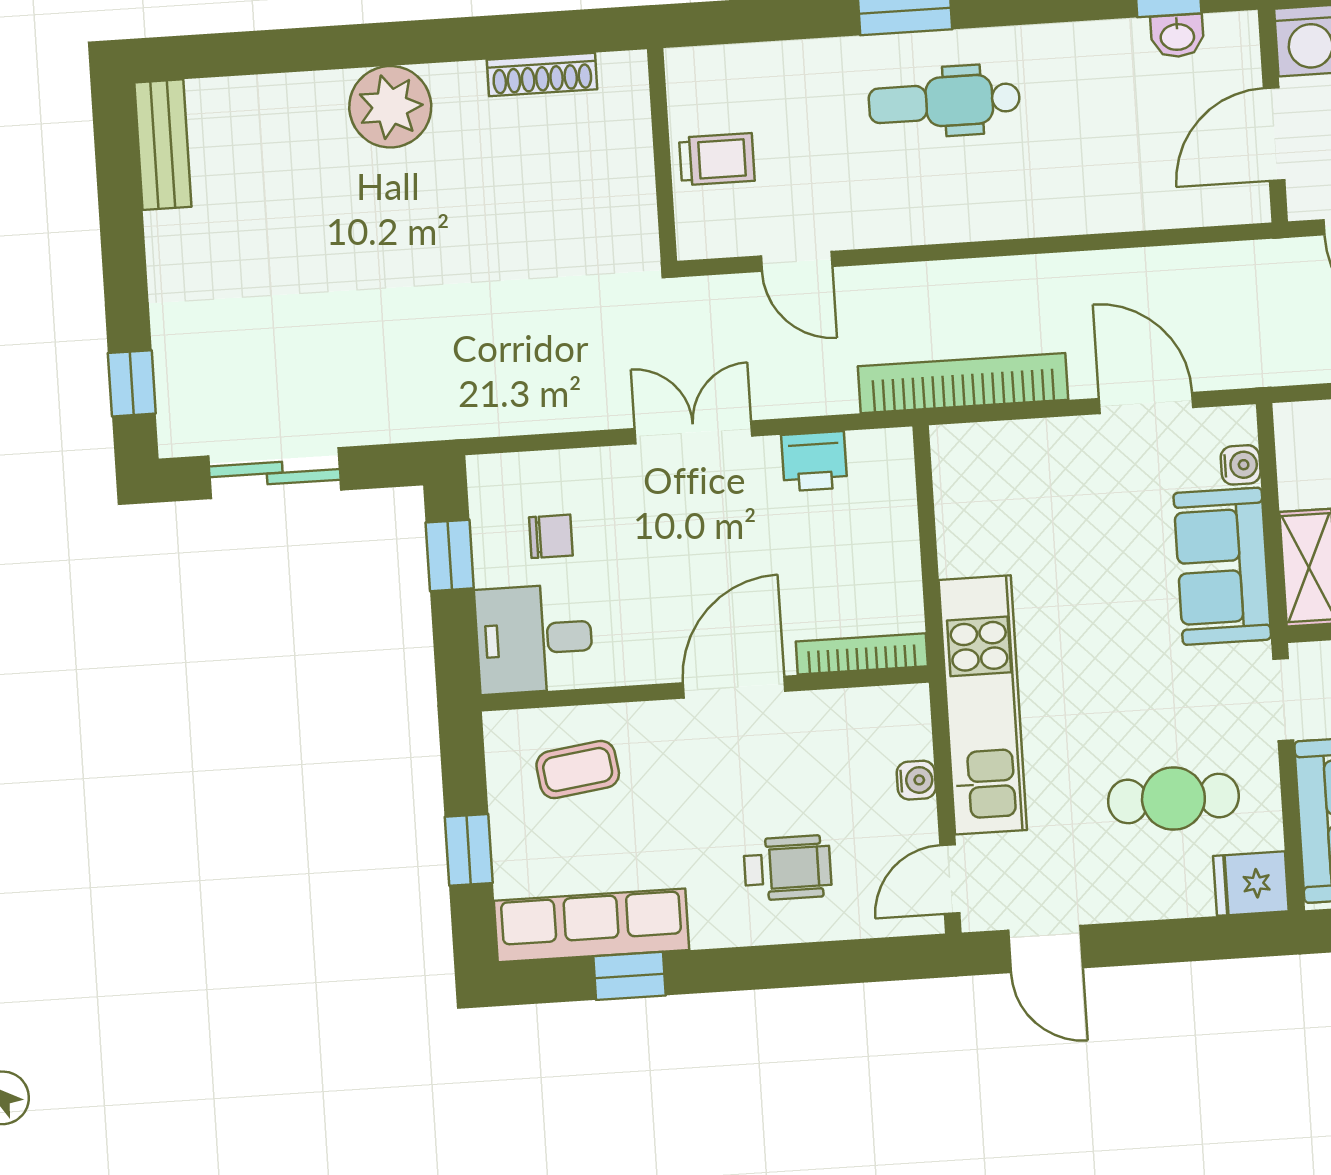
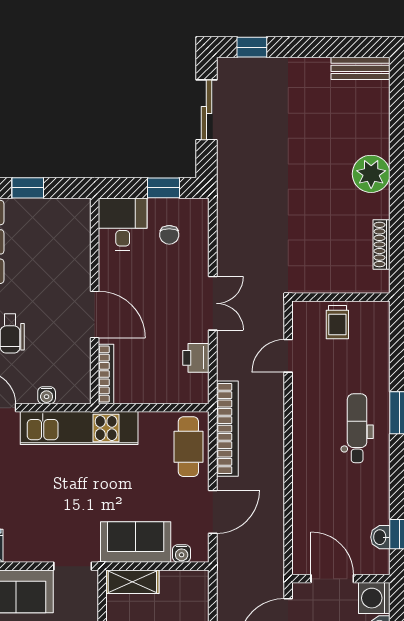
coffee table: (578, 770) -> (61, 240), removed
cafe table: (1173, 798) -> (188, 447), moved

